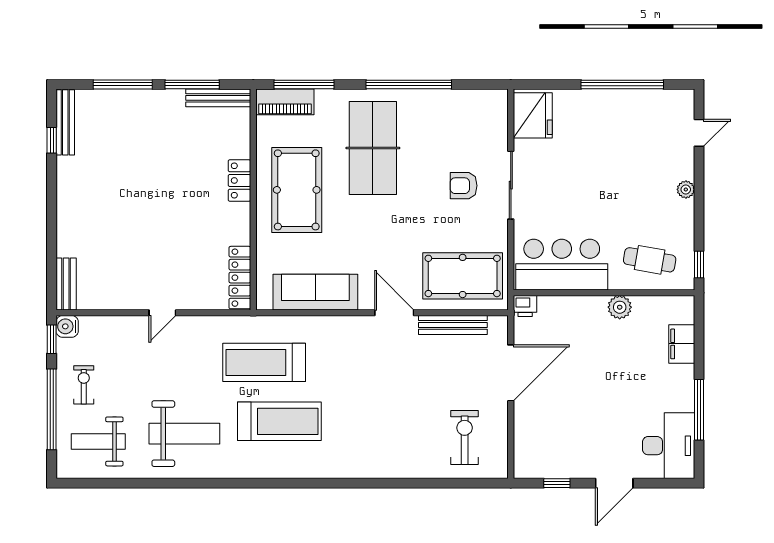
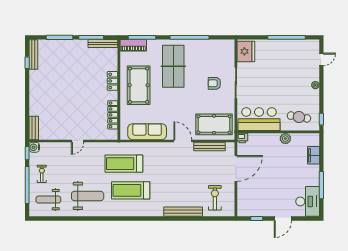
locker: (240, 278) -> (113, 115), moved
treadmill: (279, 421) -> (131, 190), turned 180
bench: (395, 468) -> (183, 212), added

